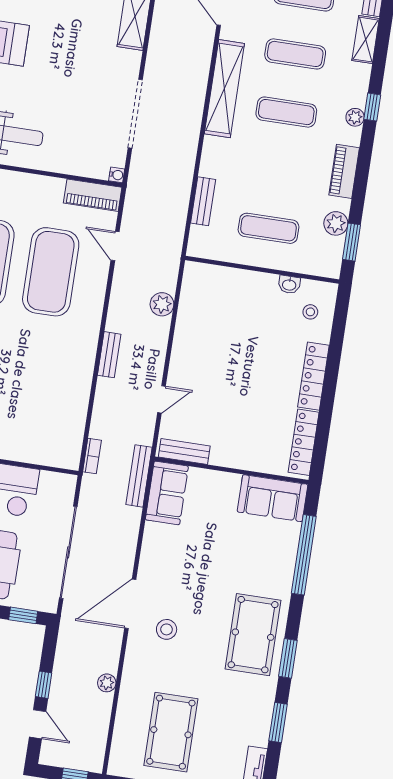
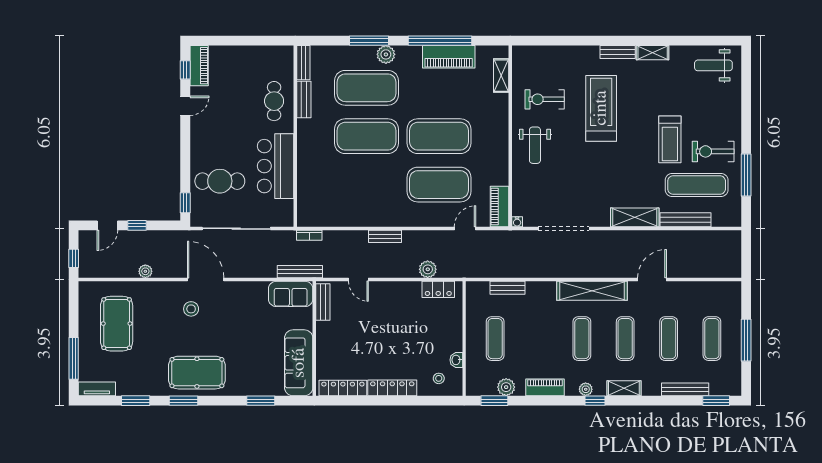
shelving: (366, 40) -> (624, 388), moved
locker: (191, 294) -> (438, 289), added
sofa: (273, 498) -> (299, 363), width x1.36
window: (304, 555) -> (261, 401), width x0.47
pool table: (171, 732) -> (117, 324), turned 90

